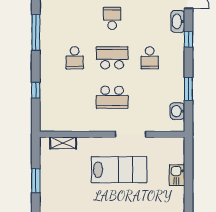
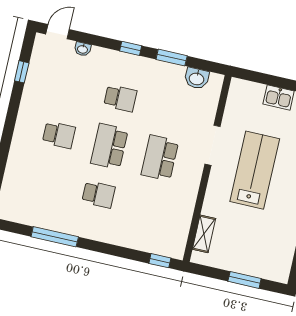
school desk: (112, 18) -> (59, 135), turned 180
washbasin: (178, 21) -> (83, 49), width x0.52, depth x0.69
window: (188, 39) -> (131, 48), moved
window: (36, 90) -> (160, 261), moved
school desk: (112, 97) -> (160, 158), turned 180

